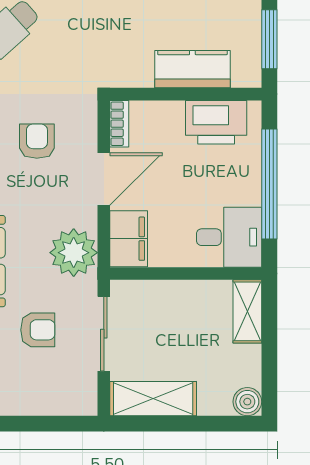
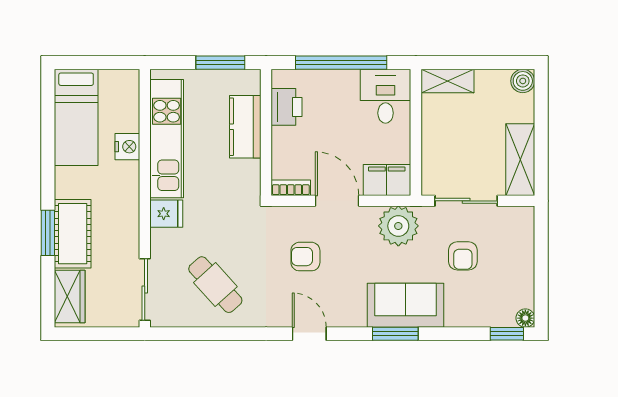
printer: (216, 122) -> (287, 107), width x0.73, depth x0.84
armchair: (38, 330) -> (463, 256), turned 180

